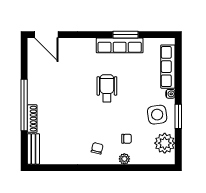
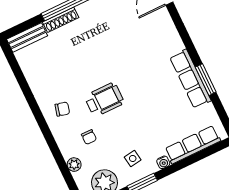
wheelchair: (107, 88) -> (104, 100), moved
side table: (157, 115) -> (133, 158), width x0.54, depth x0.54
plant: (124, 159) -> (74, 165), moved

